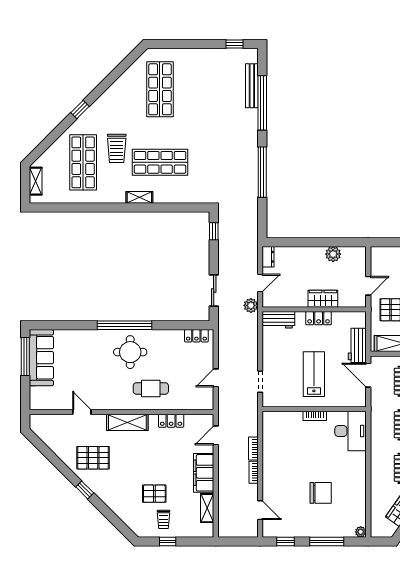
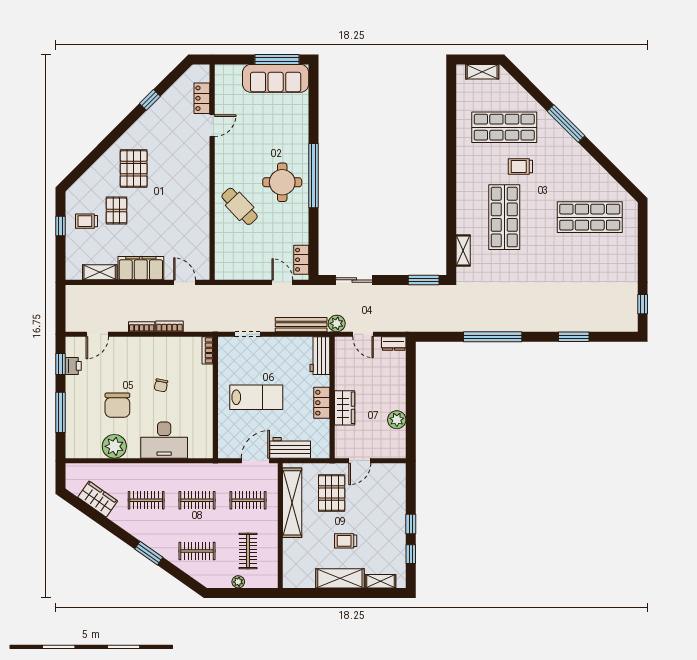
bench: (252, 86) -> (301, 325), moved
window: (262, 103) -> (574, 337), width x0.47
window: (80, 110) -> (566, 123), width x2.17
trolley: (117, 148) -> (520, 166), width x0.73, depth x0.72
shelving: (139, 197) -> (463, 251), moved
window: (214, 231) -> (424, 280), width x1.50
door: (368, 286) -> (360, 461), hinge flipped
door: (216, 378) -> (282, 282), moved
cafe table: (151, 388) -> (240, 206), turned -43
bookcase: (315, 416) -> (207, 350), moved
locker: (171, 421) -> (202, 98), moved
shelving: (127, 422) -> (200, 179), removed
desk: (351, 431) -> (164, 440), moved
chair: (304, 456) -> (161, 385), added
pallet: (93, 458) -> (134, 169), moved
window: (85, 490) -> (150, 100), moved
printer: (287, 531) -> (73, 366), added
plant: (361, 532) -> (114, 446), moved, width x1.88, depth x1.88

